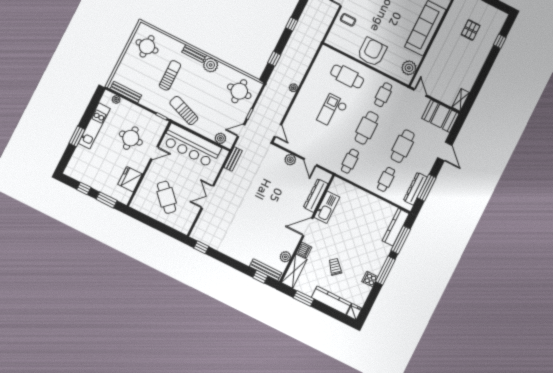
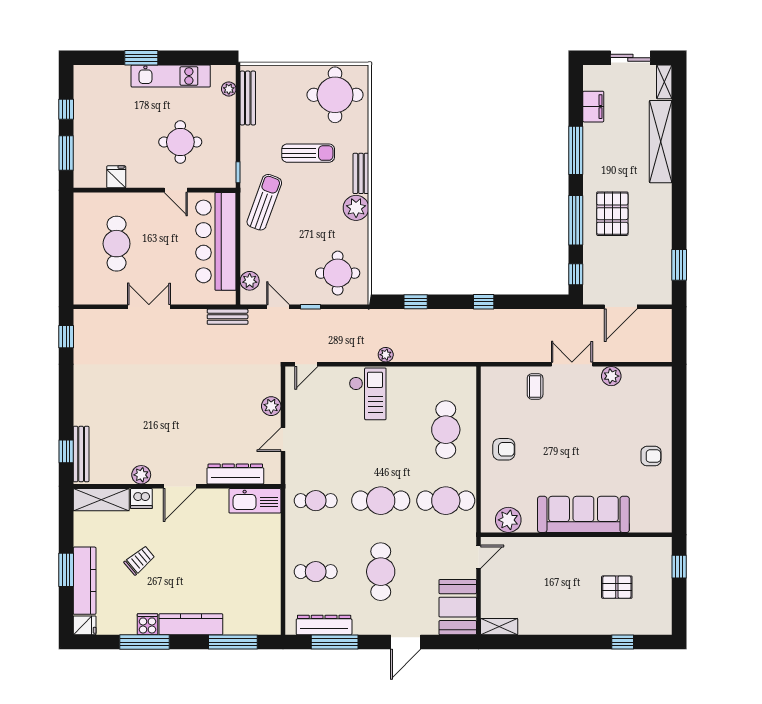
round table: (147, 46) -> (335, 95), width x1.36, depth x1.36
armchair: (372, 52) -> (504, 449), width x0.53, depth x0.53
cafe table: (383, 95) -> (446, 501), width x1.37, depth x1.35
checkout: (332, 111) -> (368, 394), moved, turned 90
cafe table: (403, 146) -> (381, 572), turned 90
fridge: (130, 179) -> (116, 177), width x0.53, depth x0.75
cafe table: (167, 197) -> (117, 244), turned -47
kitchen sink: (327, 207) -> (255, 501), moved
door: (308, 227) -> (180, 486), swing flipped
kitchen counter: (396, 227) -> (191, 624), moved
plant: (285, 257) -> (141, 475), moved
window: (385, 271) -> (145, 642), moved
window: (304, 298) -> (66, 570), moved

